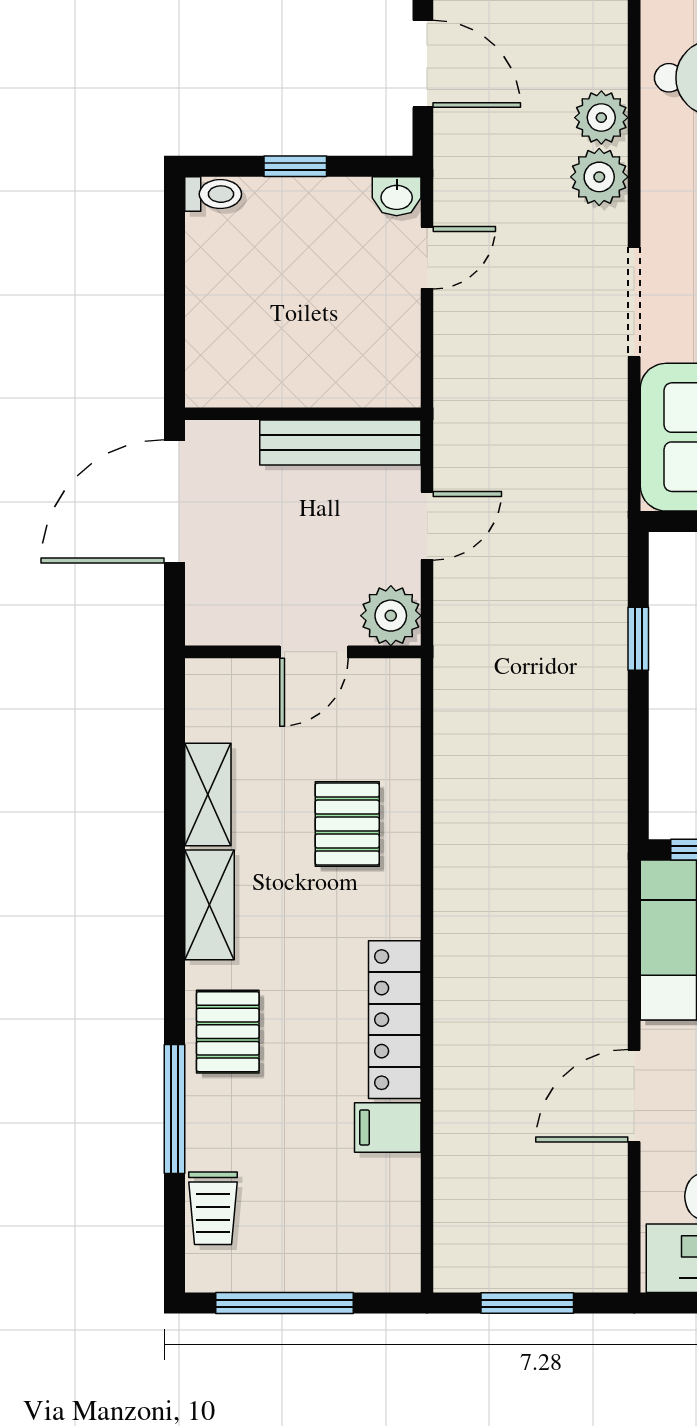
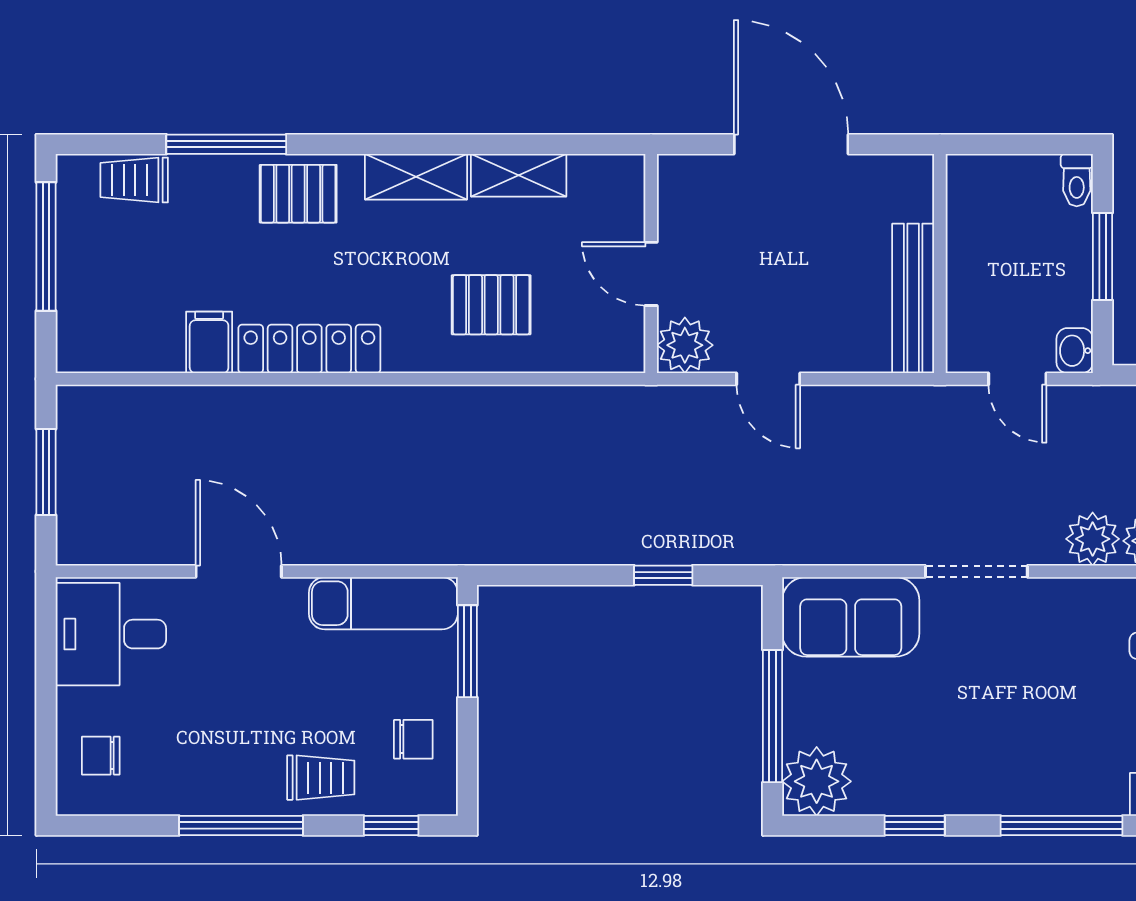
window: (295, 166) -> (1102, 256), width x1.50
wall: (303, 414) -> (940, 263), moved
bench: (340, 443) -> (913, 298), moved

